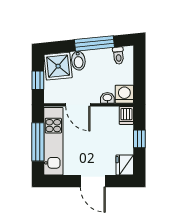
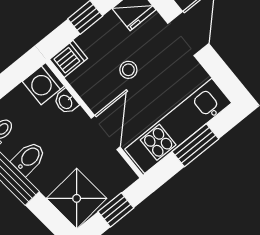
bidet: (78, 61) -> (29, 158), moved
stool: (99, 139) -> (128, 70), added
window: (38, 142) -> (195, 145), width x0.69

